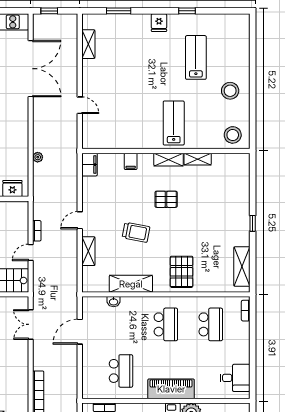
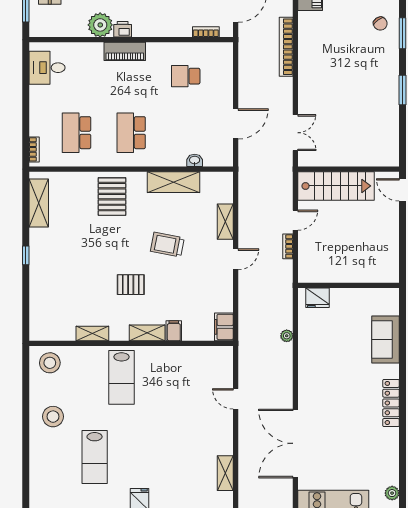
shelving: (169, 160) -> (147, 333), moved
school desk: (121, 371) -> (186, 76), width x0.54
piano: (171, 389) -> (125, 51), width x0.73, depth x0.75

